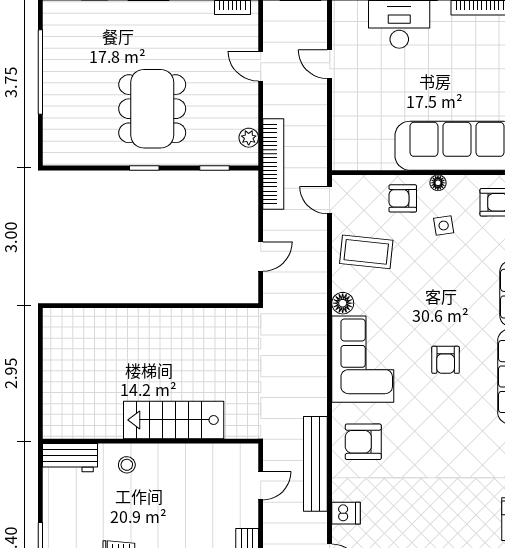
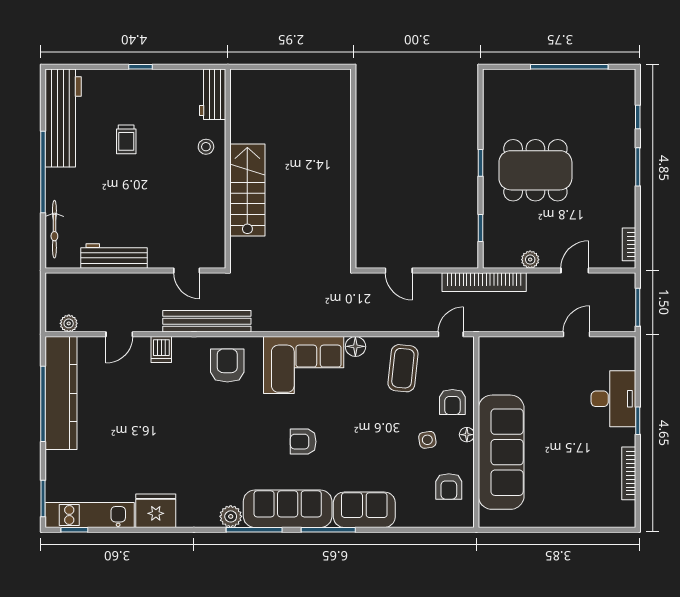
plant: (249, 138) -> (530, 260), moved
armchair: (403, 198) -> (452, 402), turned 180

